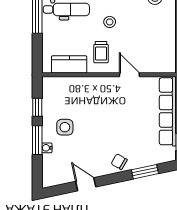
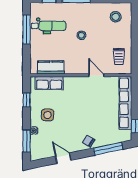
trolley: (101, 52) -> (119, 57), moved
row of seats: (67, 85) -> (49, 83), added
window: (37, 140) -> (27, 141), moved
window: (145, 172) -> (108, 149), width x1.44

